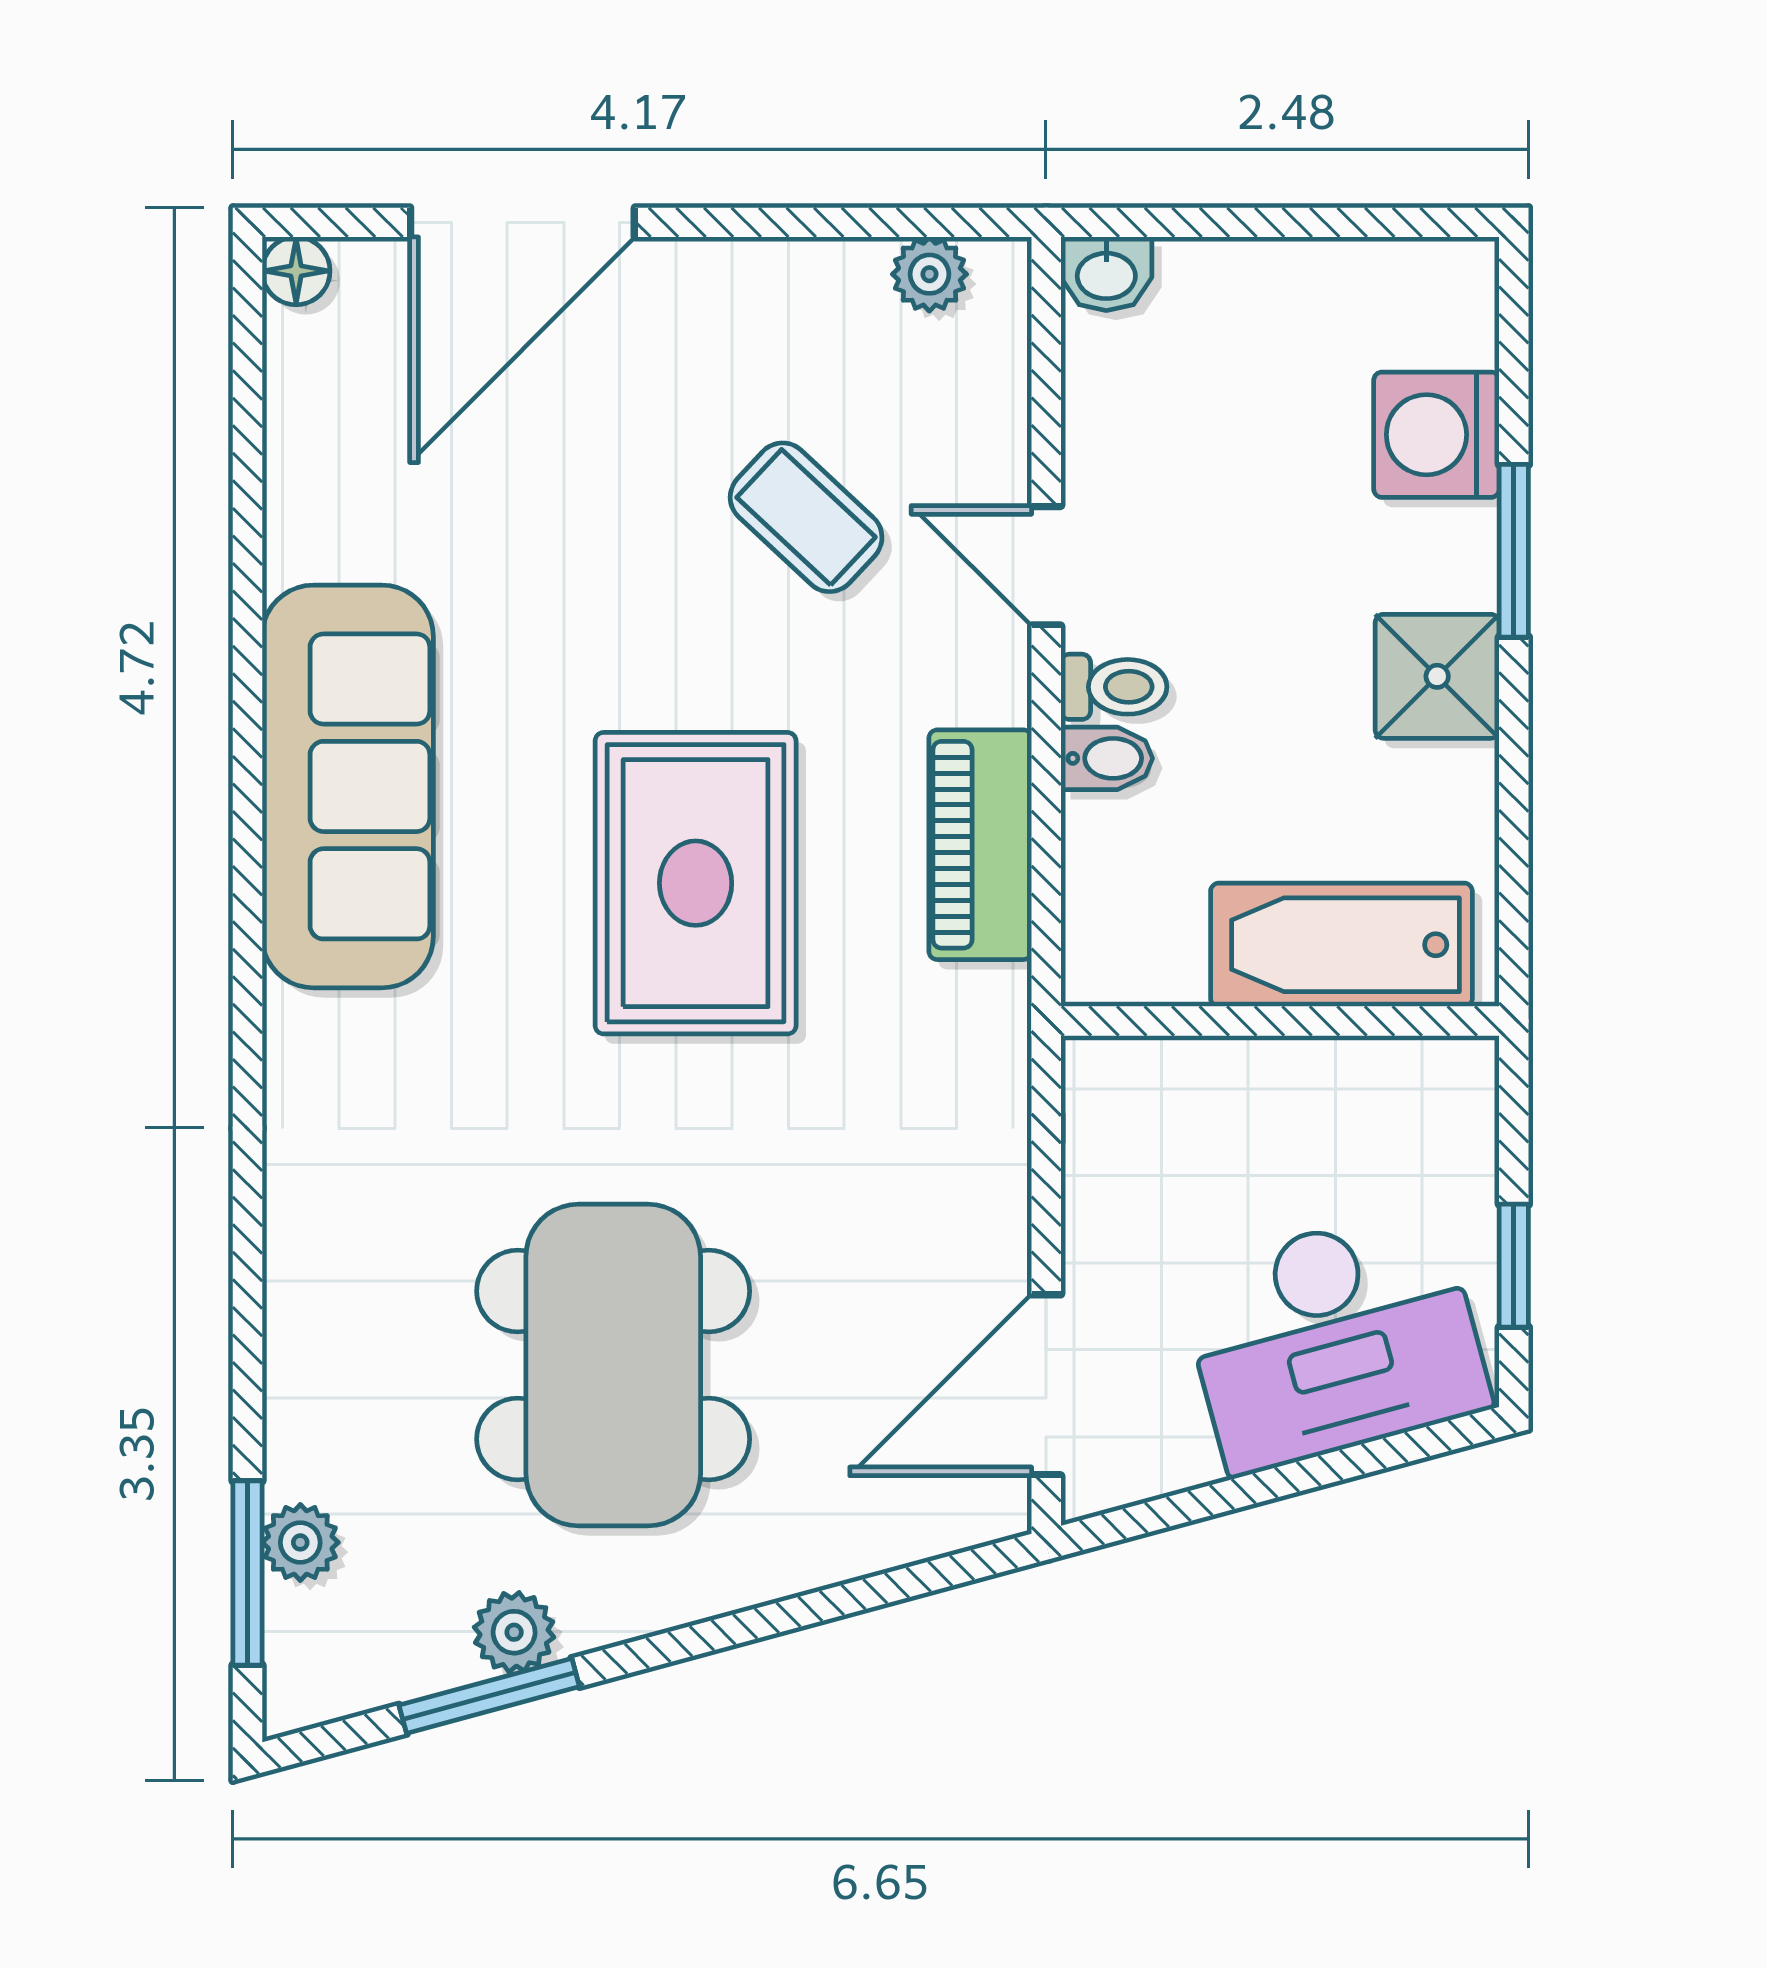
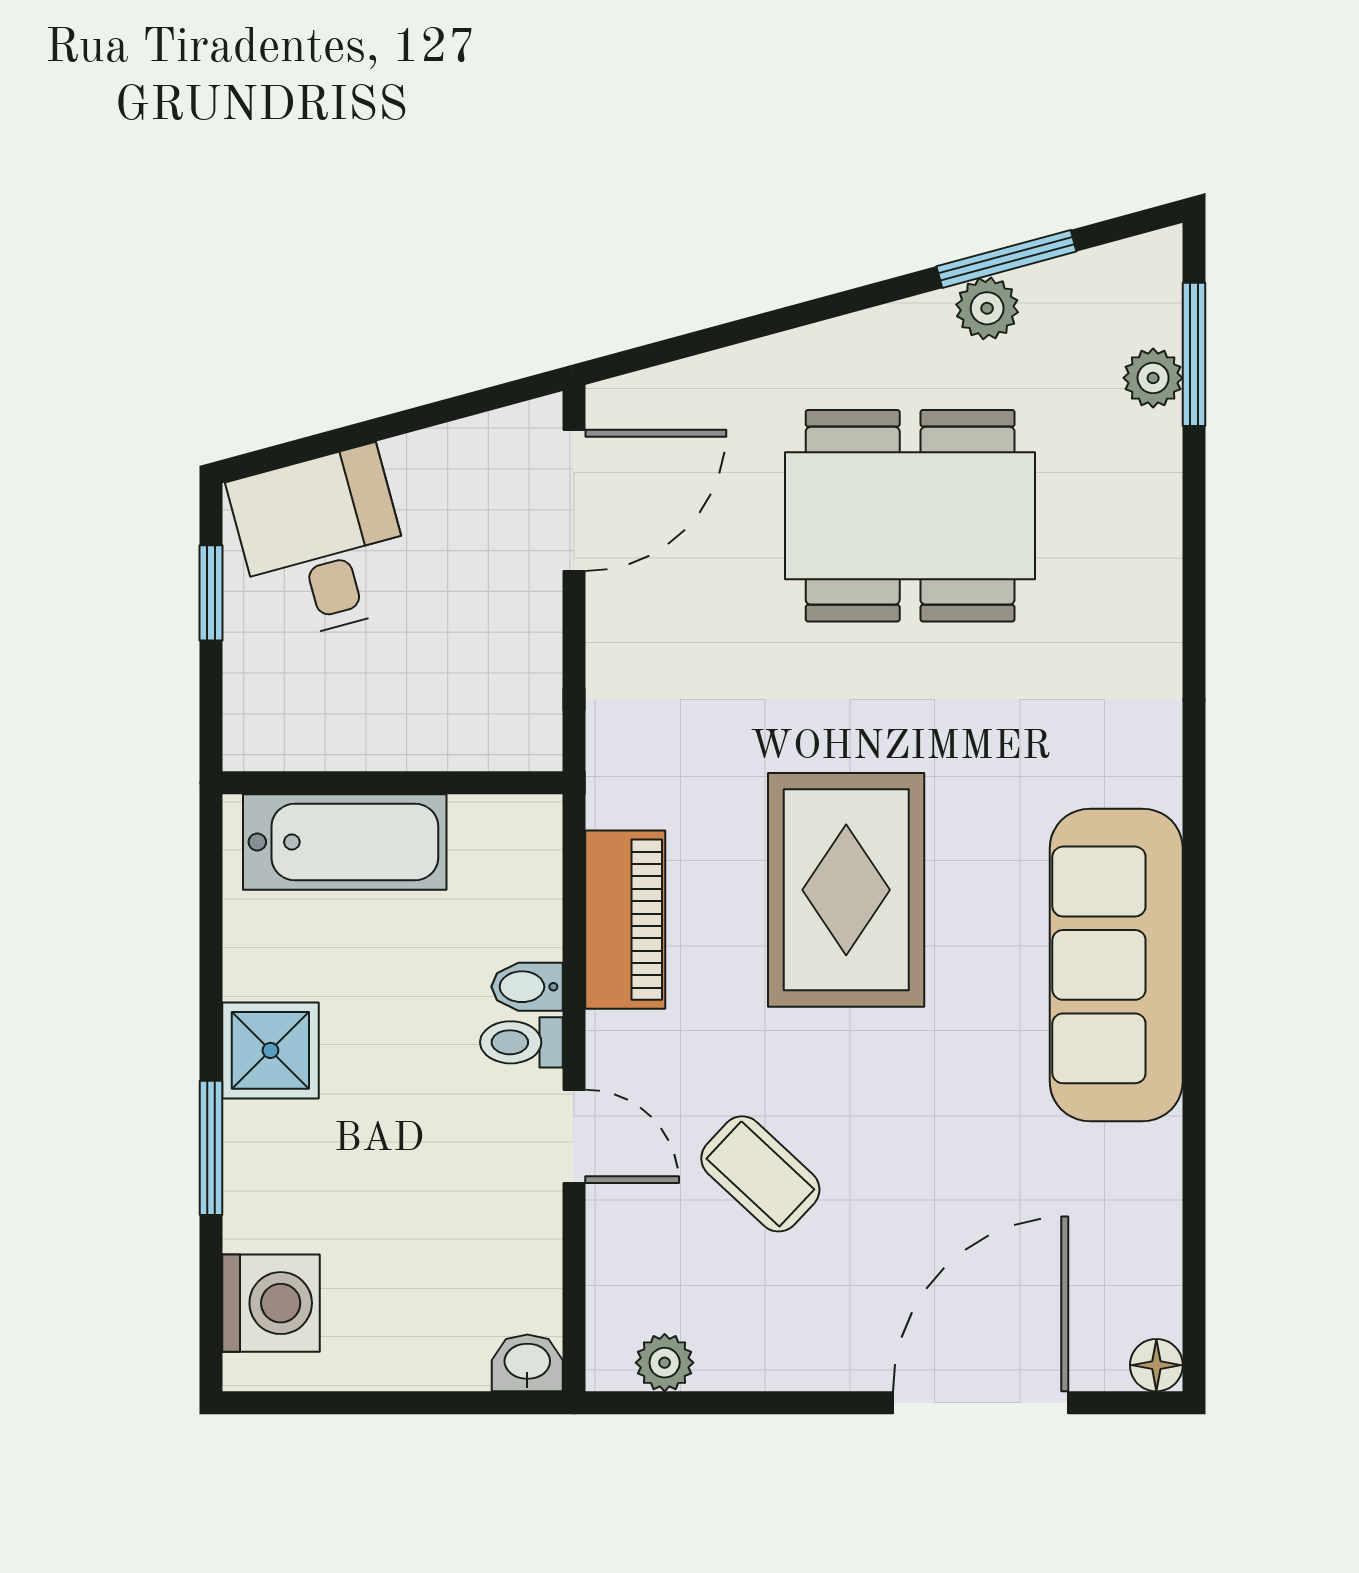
washing machine: (1436, 435) -> (271, 1303), moved
desk: (1334, 1339) -> (322, 543), width x0.73
dining table: (613, 1365) -> (910, 516), turned 90

